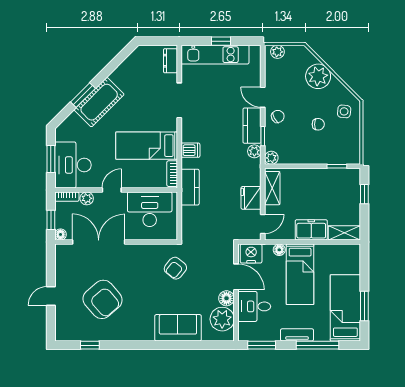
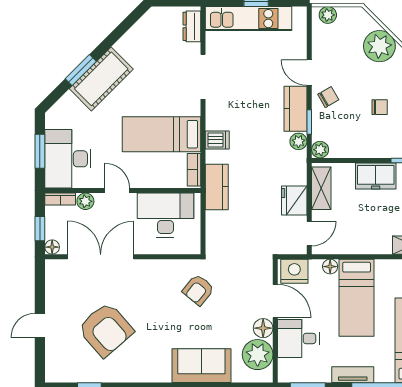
door: (112, 190) -> (117, 190), hinge flipped
freezer: (311, 230) -> (376, 176), moved, turned 180

